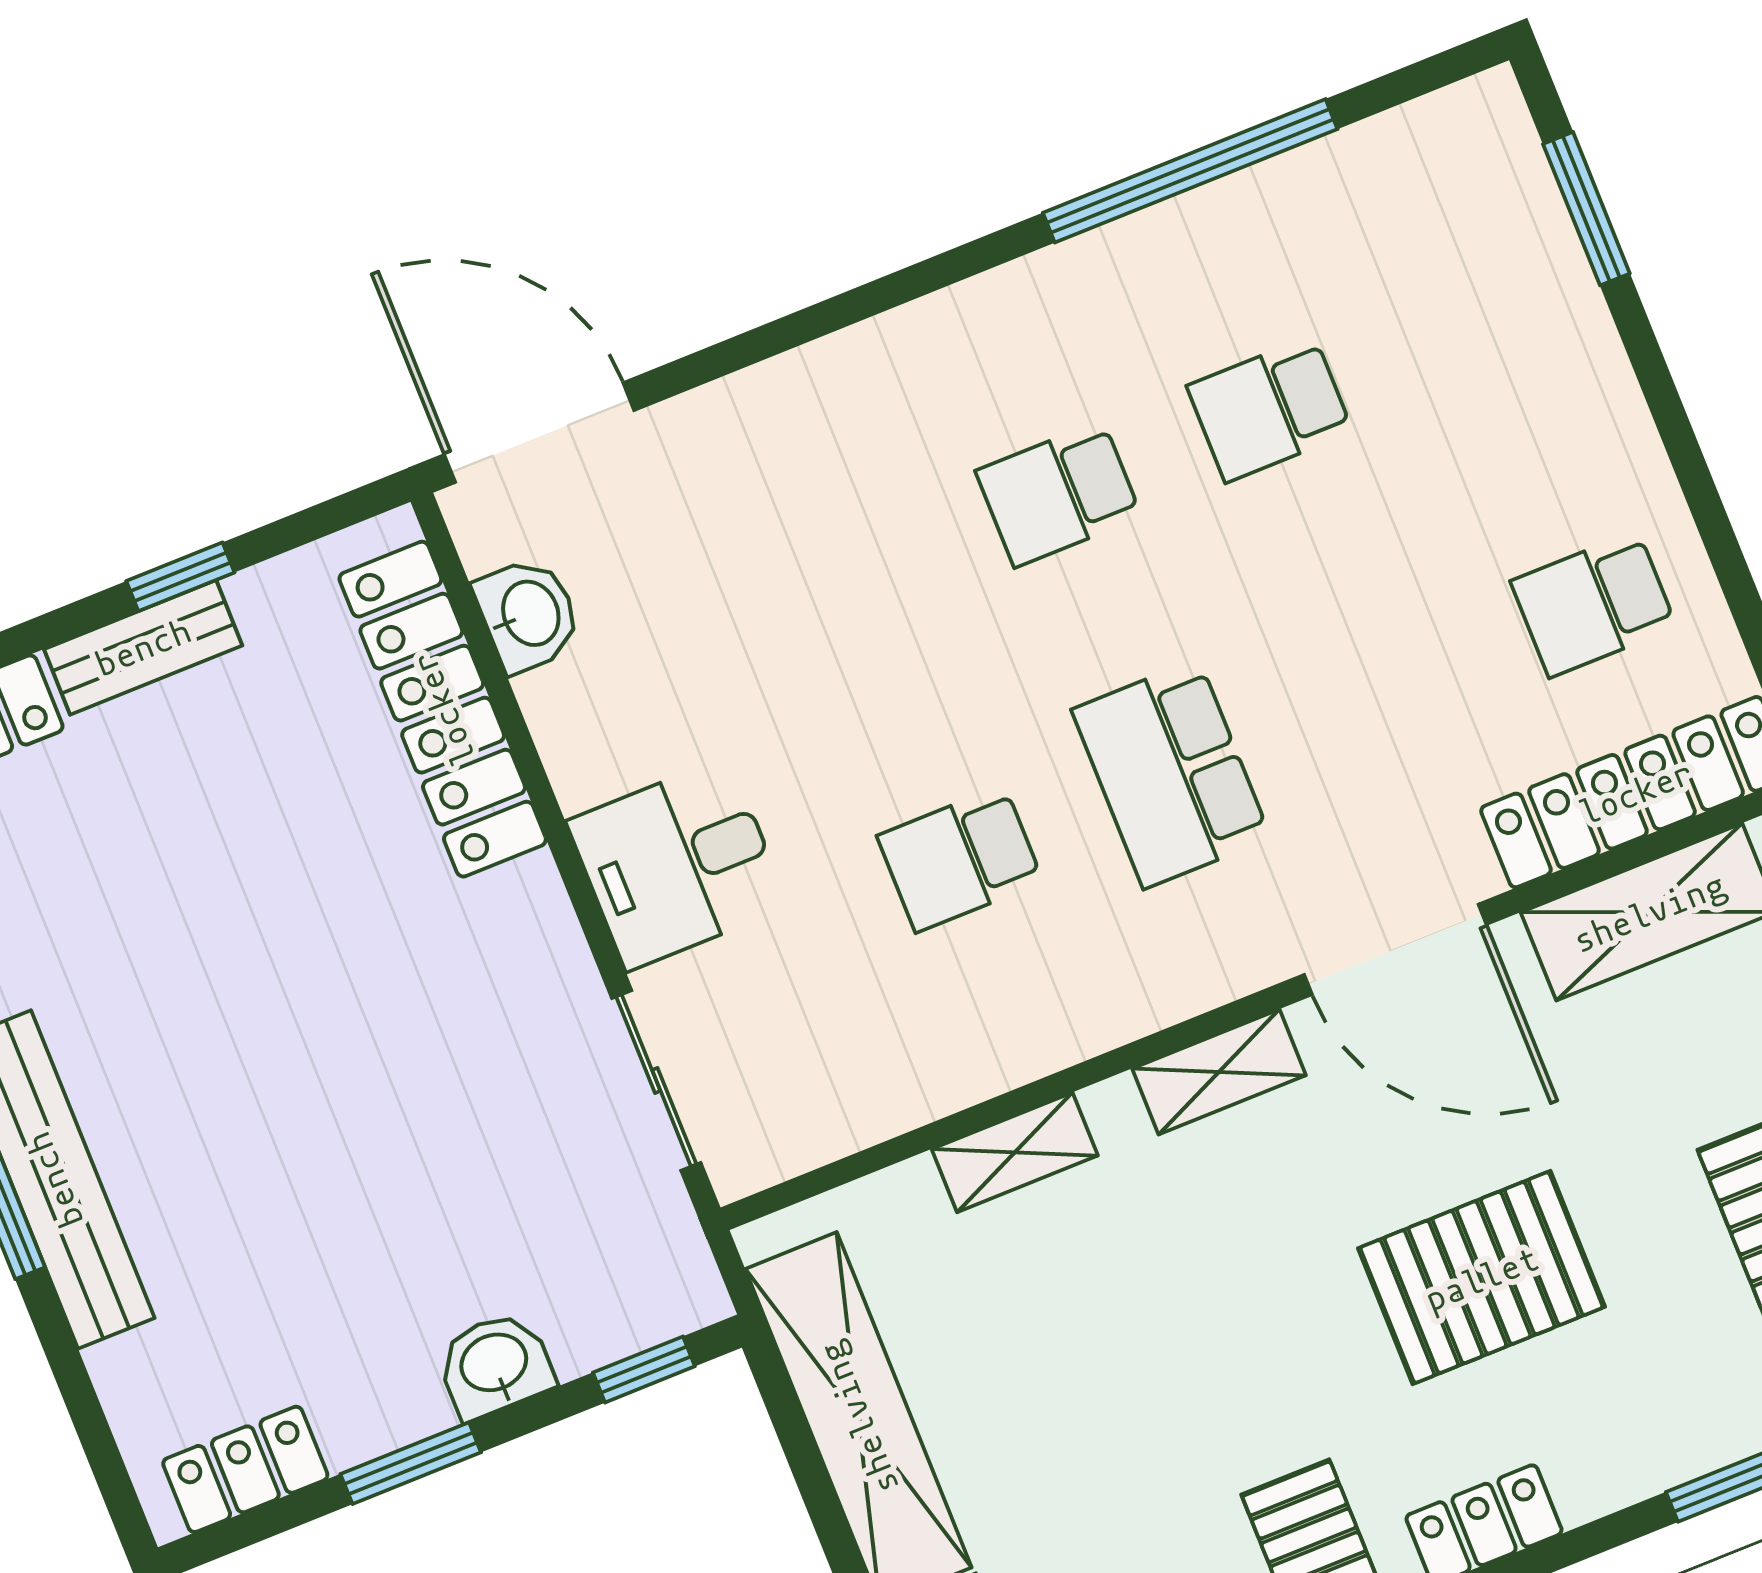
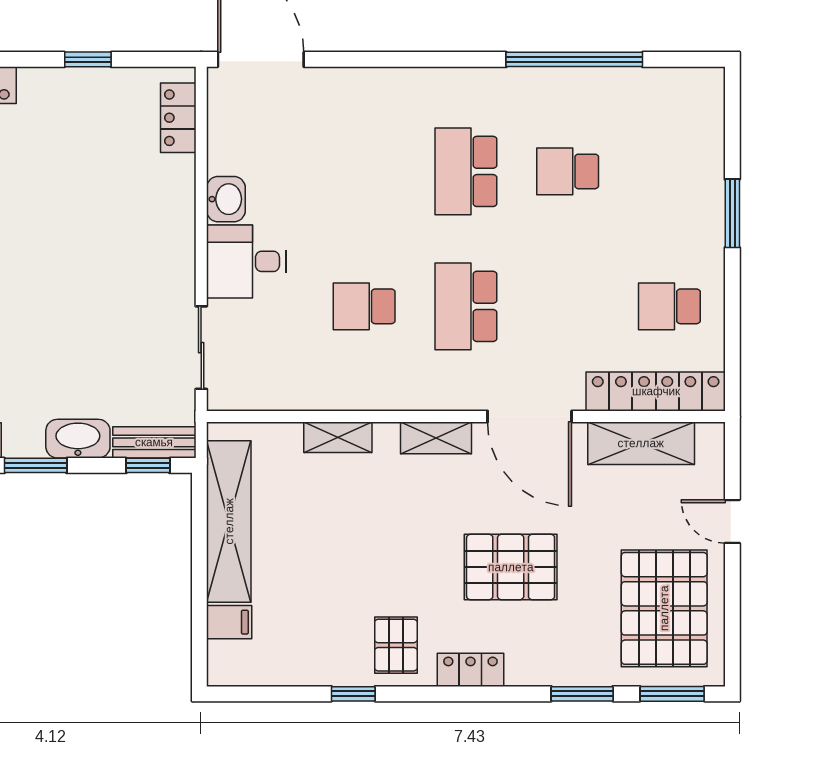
window: (1586, 209) -> (732, 213), moved
school desk: (1059, 494) -> (466, 171), width x1.85
washbasin: (528, 614) -> (226, 199), moved
bench: (143, 647) -> (154, 442), moved
locker: (443, 709) -> (178, 118), width x0.46, depth x0.83
washbasin: (495, 1365) -> (78, 439), width x1.38

